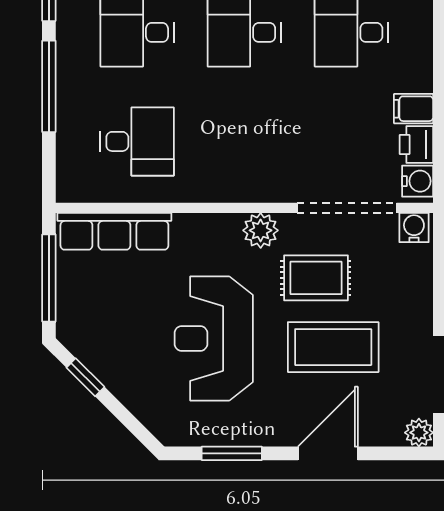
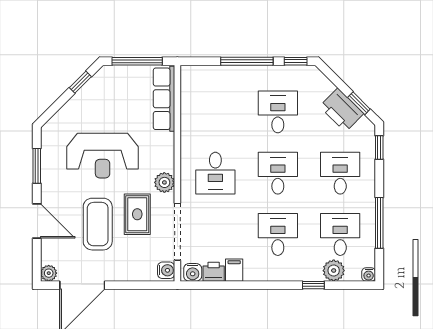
desk: (137, 141) -> (215, 173), moved
reception desk: (214, 338) -> (103, 156), turned 180

